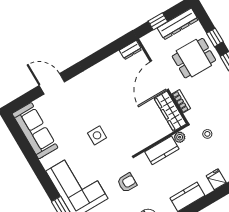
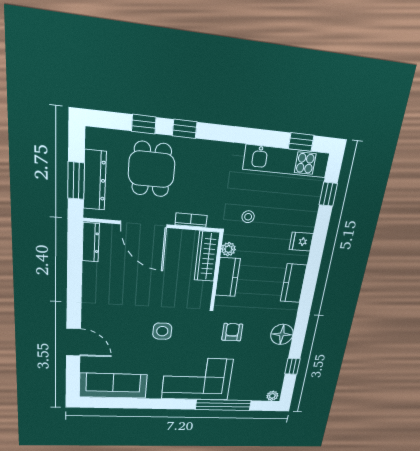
window: (158, 21) -> (76, 181), width x1.50
dresser: (178, 24) -> (95, 180), moved
dresser: (131, 50) -> (91, 242), width x1.44
door: (52, 84) -> (73, 342), swing flipped
wardrobe: (170, 111) -> (207, 256), moved, turned 90

